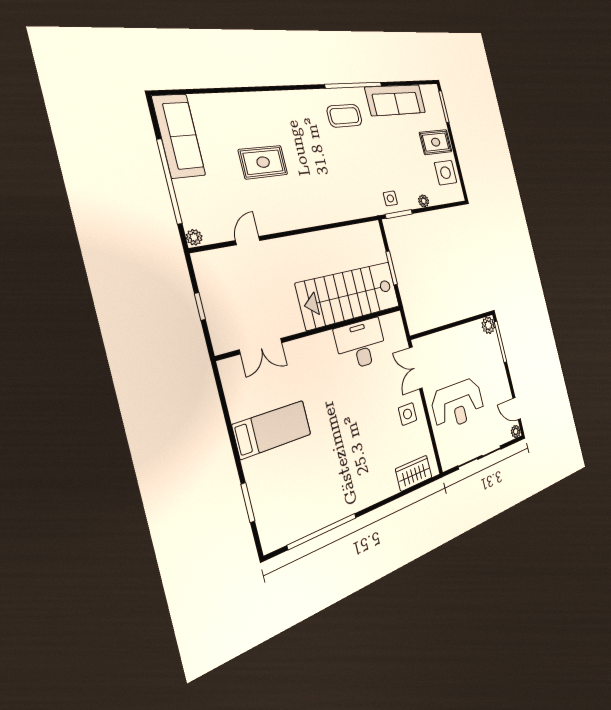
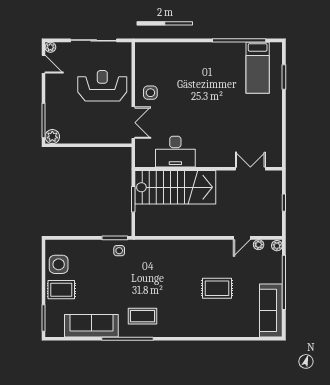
plant: (424, 201) -> (259, 245), moved
bed: (272, 429) -> (258, 68), moved, turned -90
wardrobe: (414, 473) -> (157, 51), removed

